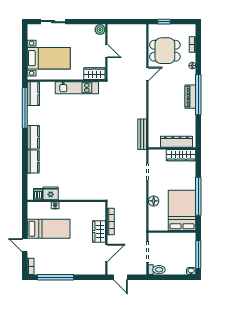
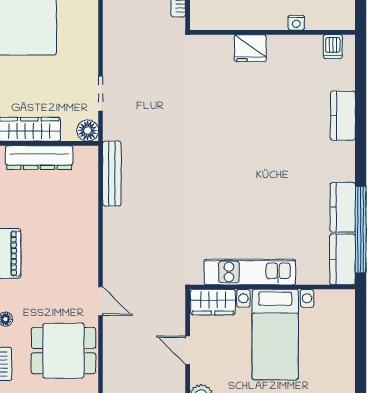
bed with nightstands: (49, 58) -> (275, 335), moved, turned -90
door: (147, 74) -> (101, 301), swing flipped
kitchen counter: (33, 137) -> (343, 207), moved
fridge: (51, 193) -> (250, 48), moved
floor lamp: (154, 201) -> (88, 130), moved

